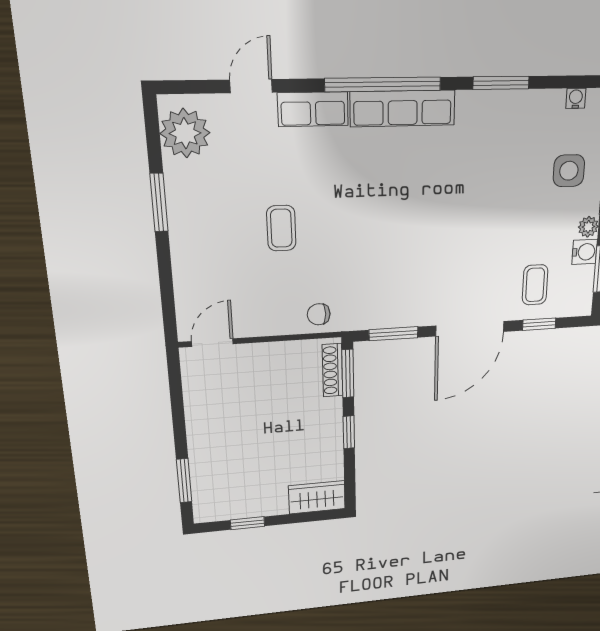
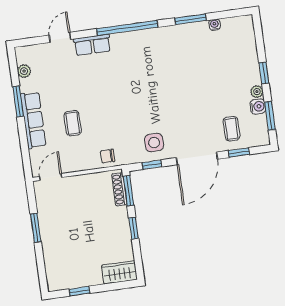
water cooler: (576, 98) -> (215, 25), moved
row of seats: (403, 108) -> (33, 120), moved, turned -90
plant: (185, 133) -> (24, 71), width x0.53, depth x0.53
side table: (569, 171) -> (154, 143), moved
coffee table: (281, 228) -> (73, 123), moved
window: (394, 334) -> (152, 165), width x0.67
window: (184, 481) -> (36, 228), moved

